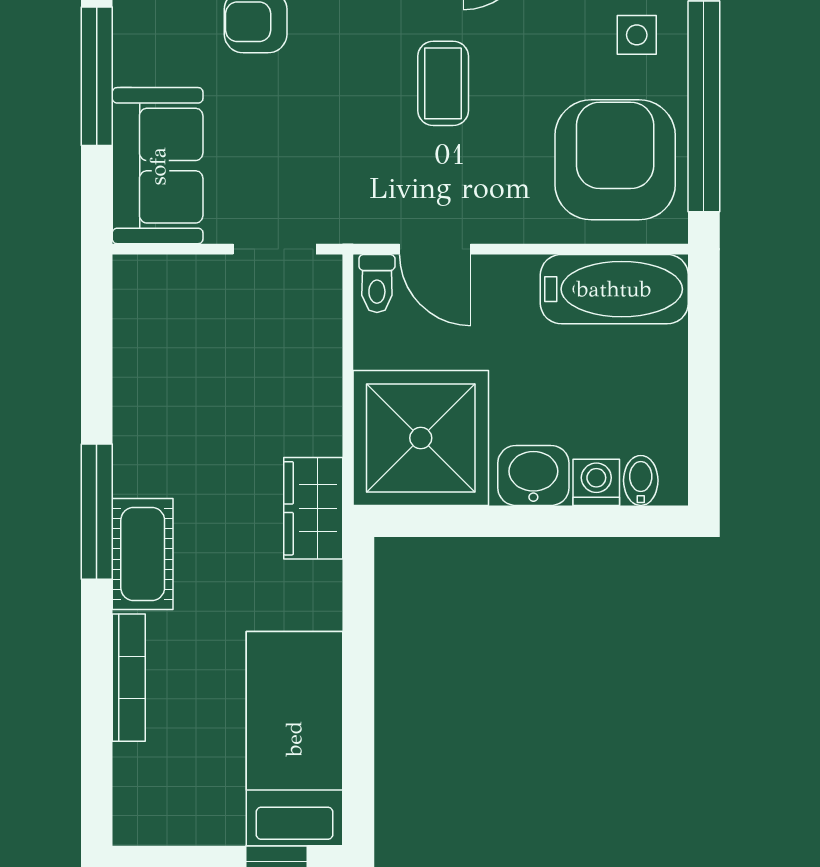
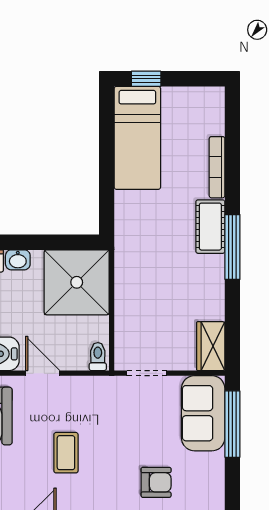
window: (97, 76) -> (232, 424), moved
door: (435, 249) -> (43, 373), moved
washbasin: (533, 475) -> (18, 260), width x0.72, depth x0.69
wardrobe: (313, 508) -> (211, 346), moved, turned 180

